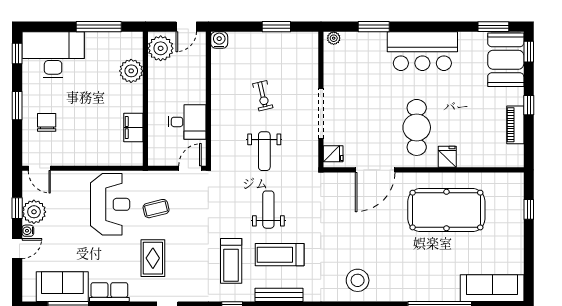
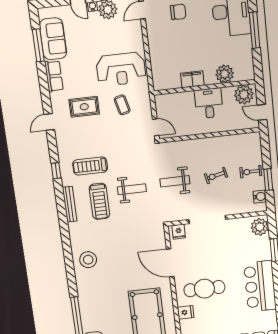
window: (99, 27) -> (255, 30), moved
plant: (334, 38) -> (260, 227), width x1.87, depth x1.87
water cooler: (219, 40) -> (260, 197), moved
exercise bike: (263, 49) -> (251, 172), added
desk: (187, 122) -> (209, 103), moved, turned 180
filing cabinet: (133, 128) -> (192, 79), moved
treadmill: (280, 255) -> (99, 201), turned 180

